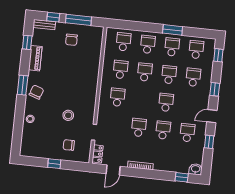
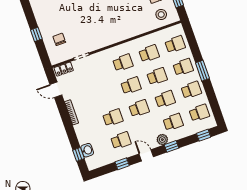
window: (173, 30) -> (202, 71), moved
plant: (204, 95) -> (162, 140), added
stool: (68, 115) -> (161, 14), moved
school desk: (139, 128) -> (131, 86), moved
washbasin: (196, 169) -> (87, 150), moved

